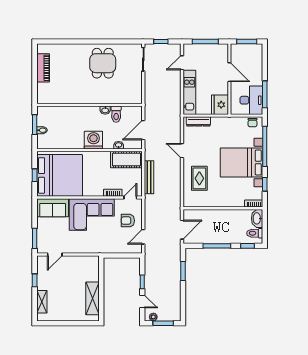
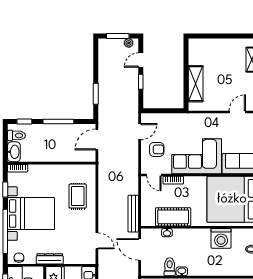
dresser: (198, 121) -> (50, 259), moved
door: (143, 130) -> (140, 249), swing flipped
washing machine: (93, 140) -> (221, 238), moved
door: (182, 151) -> (97, 241), moved
cot: (126, 160) -> (173, 217), moved
bench: (149, 177) -> (133, 214), moved
door: (130, 197) -> (154, 175), hinge flipped
shelving: (93, 298) -> (196, 84), moved
door: (142, 301) -> (141, 60), hinge flipped

